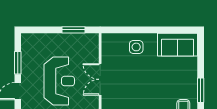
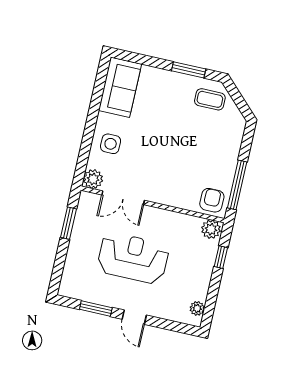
plant: (109, 40) -> (93, 179), added
double door: (100, 79) -> (123, 198), moved

